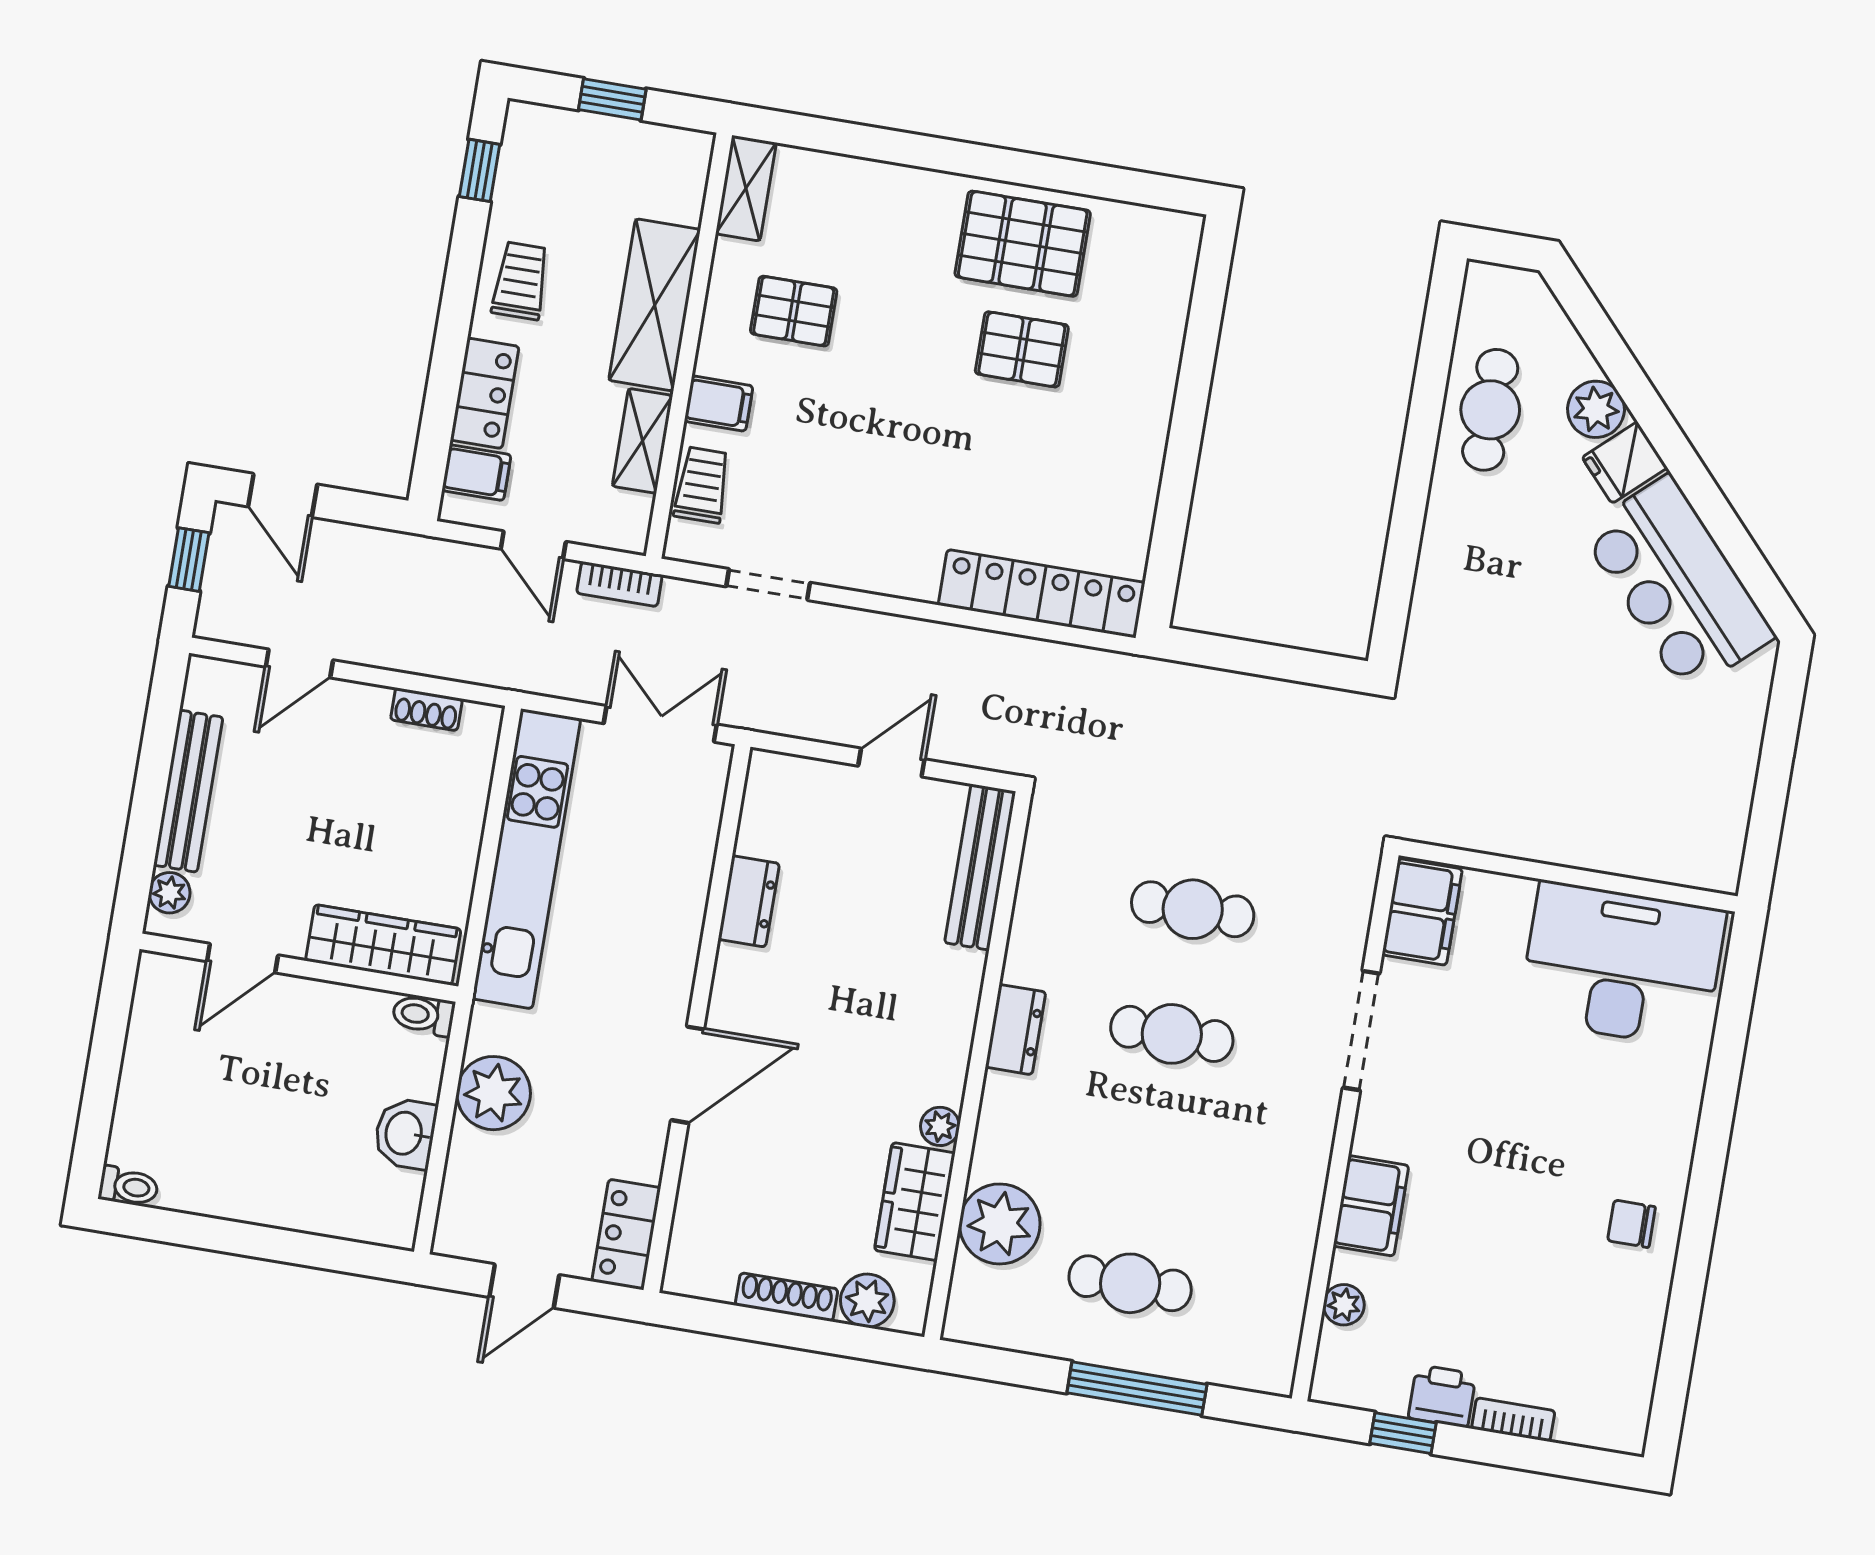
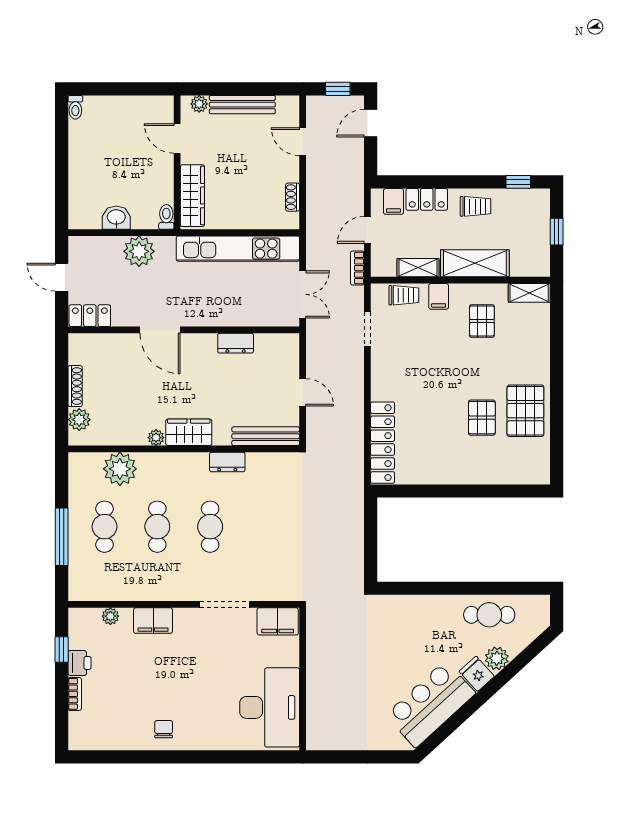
cafe table: (1193, 909) -> (157, 527), moved
dresser: (1016, 1030) -> (227, 462), moved
wardrobe: (915, 1202) -> (189, 432), moved

